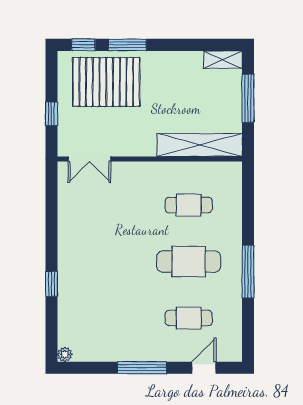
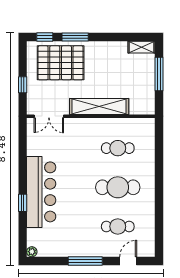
shelving: (200, 145) -> (99, 106), moved
bar counter: (78, 268) -> (41, 192), added
window: (248, 272) -> (159, 194), removed

